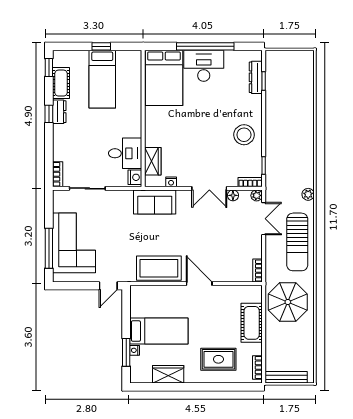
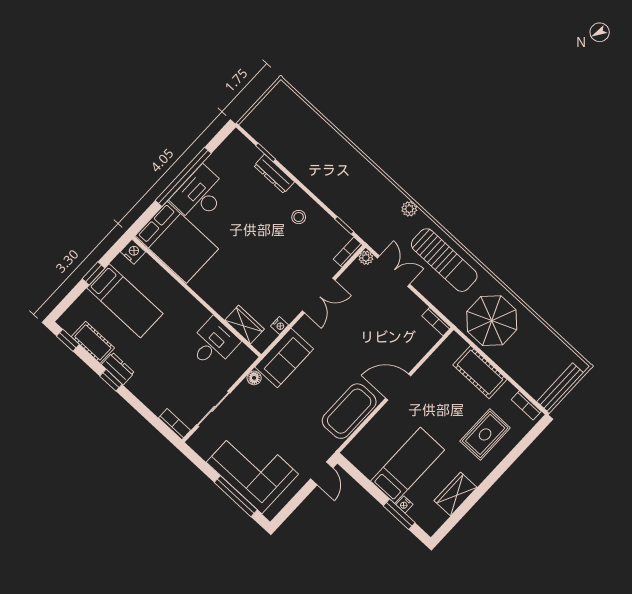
dresser: (256, 77) -> (274, 174), moved
stool: (244, 135) -> (299, 217), width x0.53, depth x0.53
nightstand: (135, 177) -> (133, 252), moved
floor lamp: (233, 195) -> (254, 378), moved

